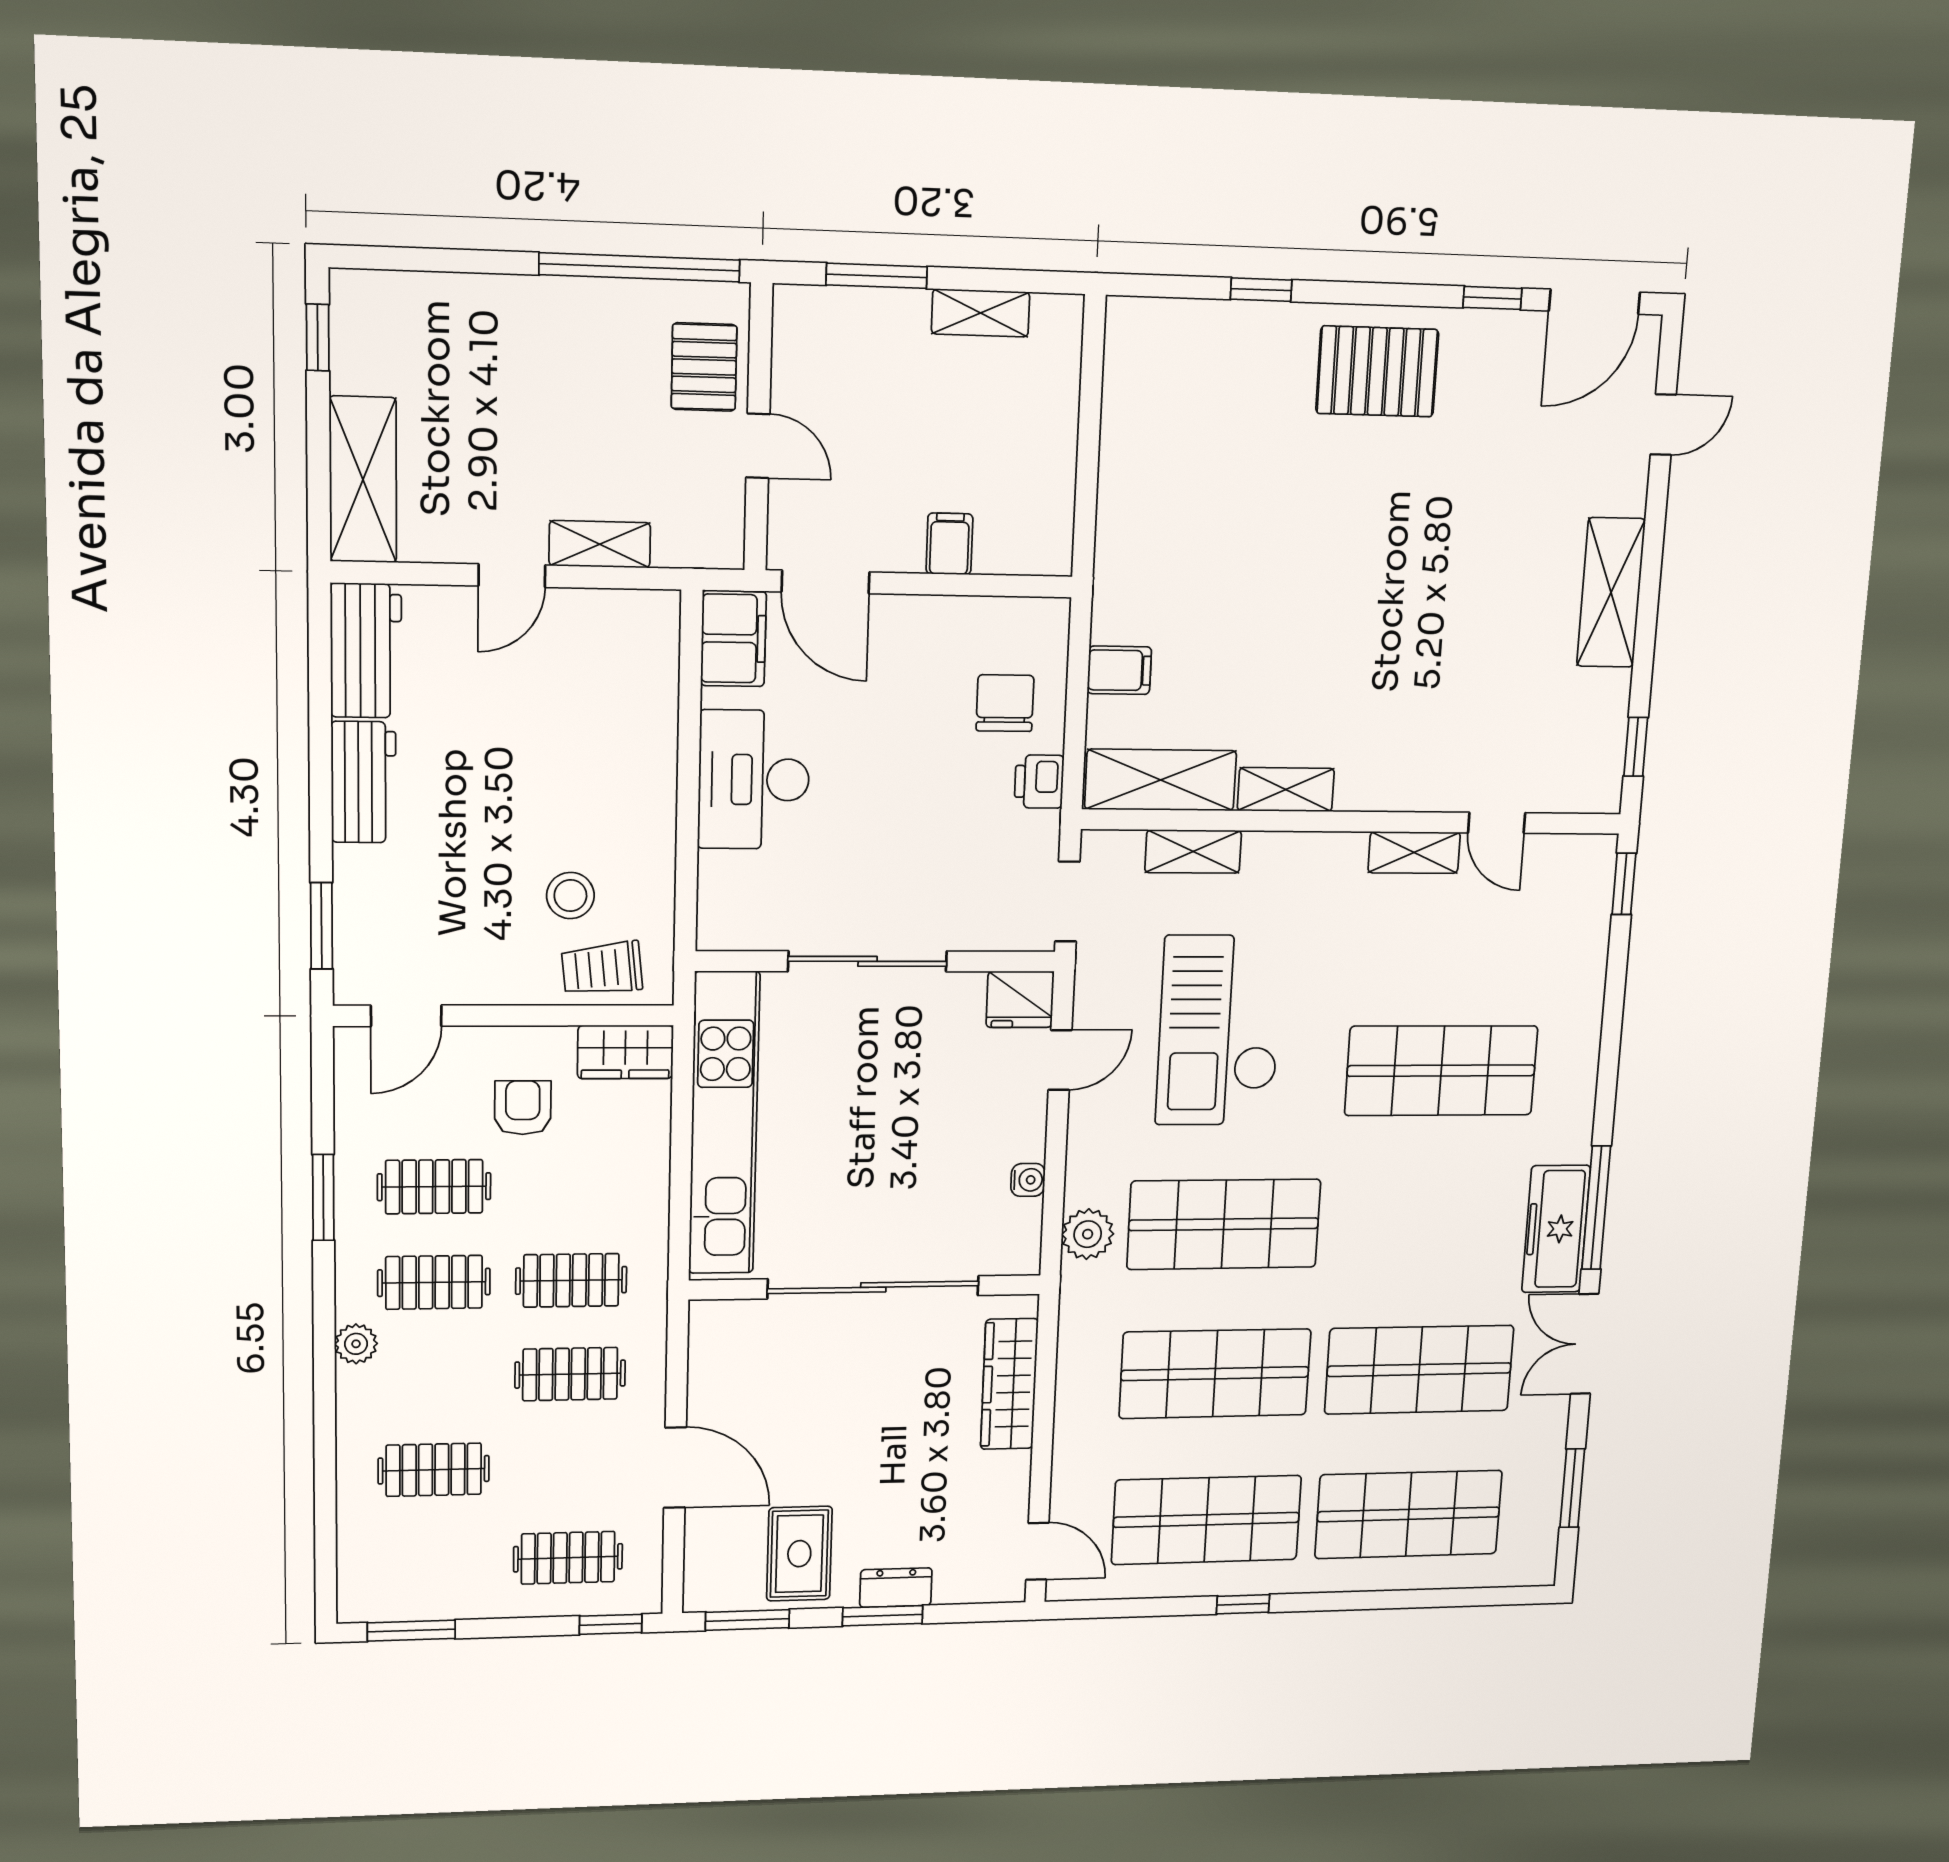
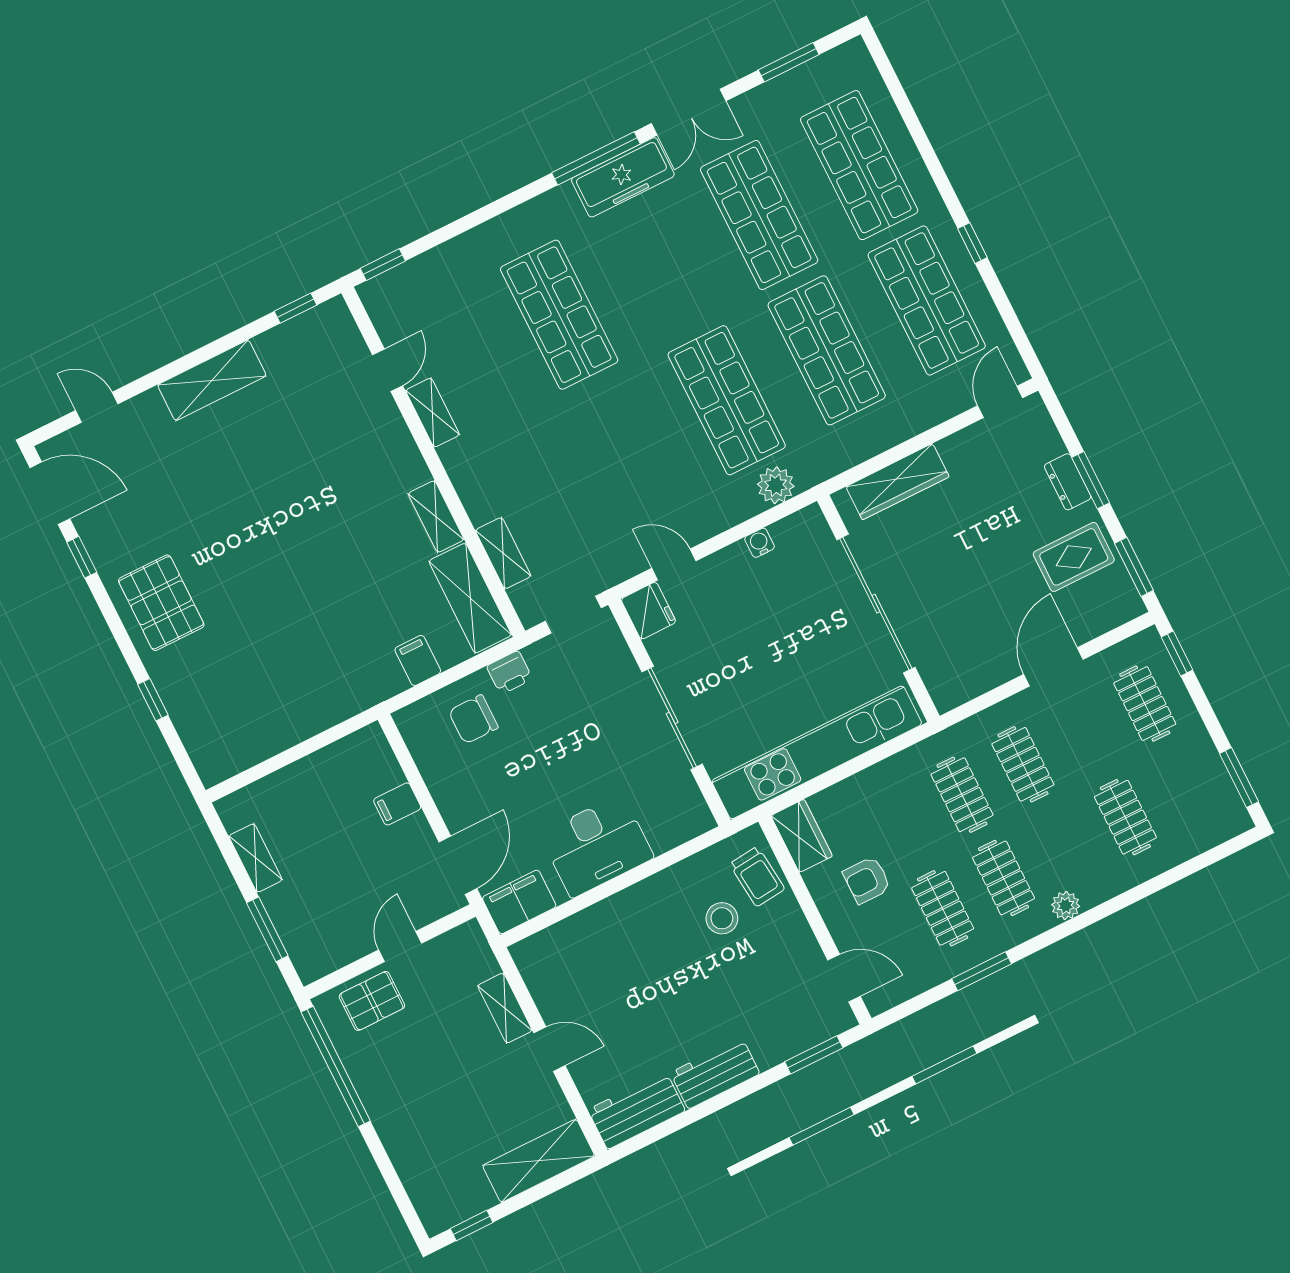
checkout: (1219, 1030) -> (605, 474), removed

